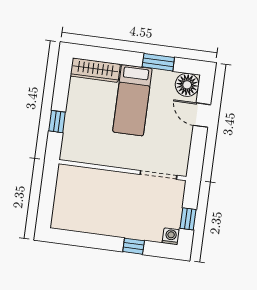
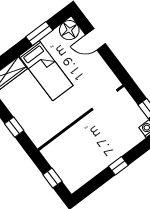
window: (47, 198) -> (52, 178), added
window: (134, 246) -> (118, 166), moved

